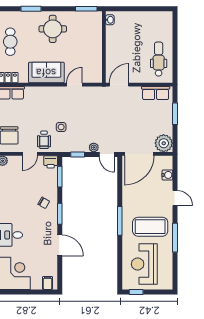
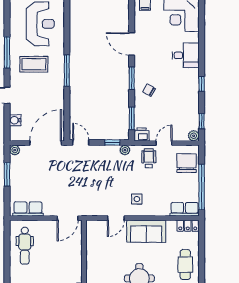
window: (175, 114) -> (7, 174), moved
side table: (61, 127) -> (137, 199), moved
plant: (164, 143) -> (15, 150), width x0.53, depth x0.53
plant: (94, 147) -> (125, 150), moved
coffee table: (150, 227) -> (34, 64), width x0.73, depth x0.76

